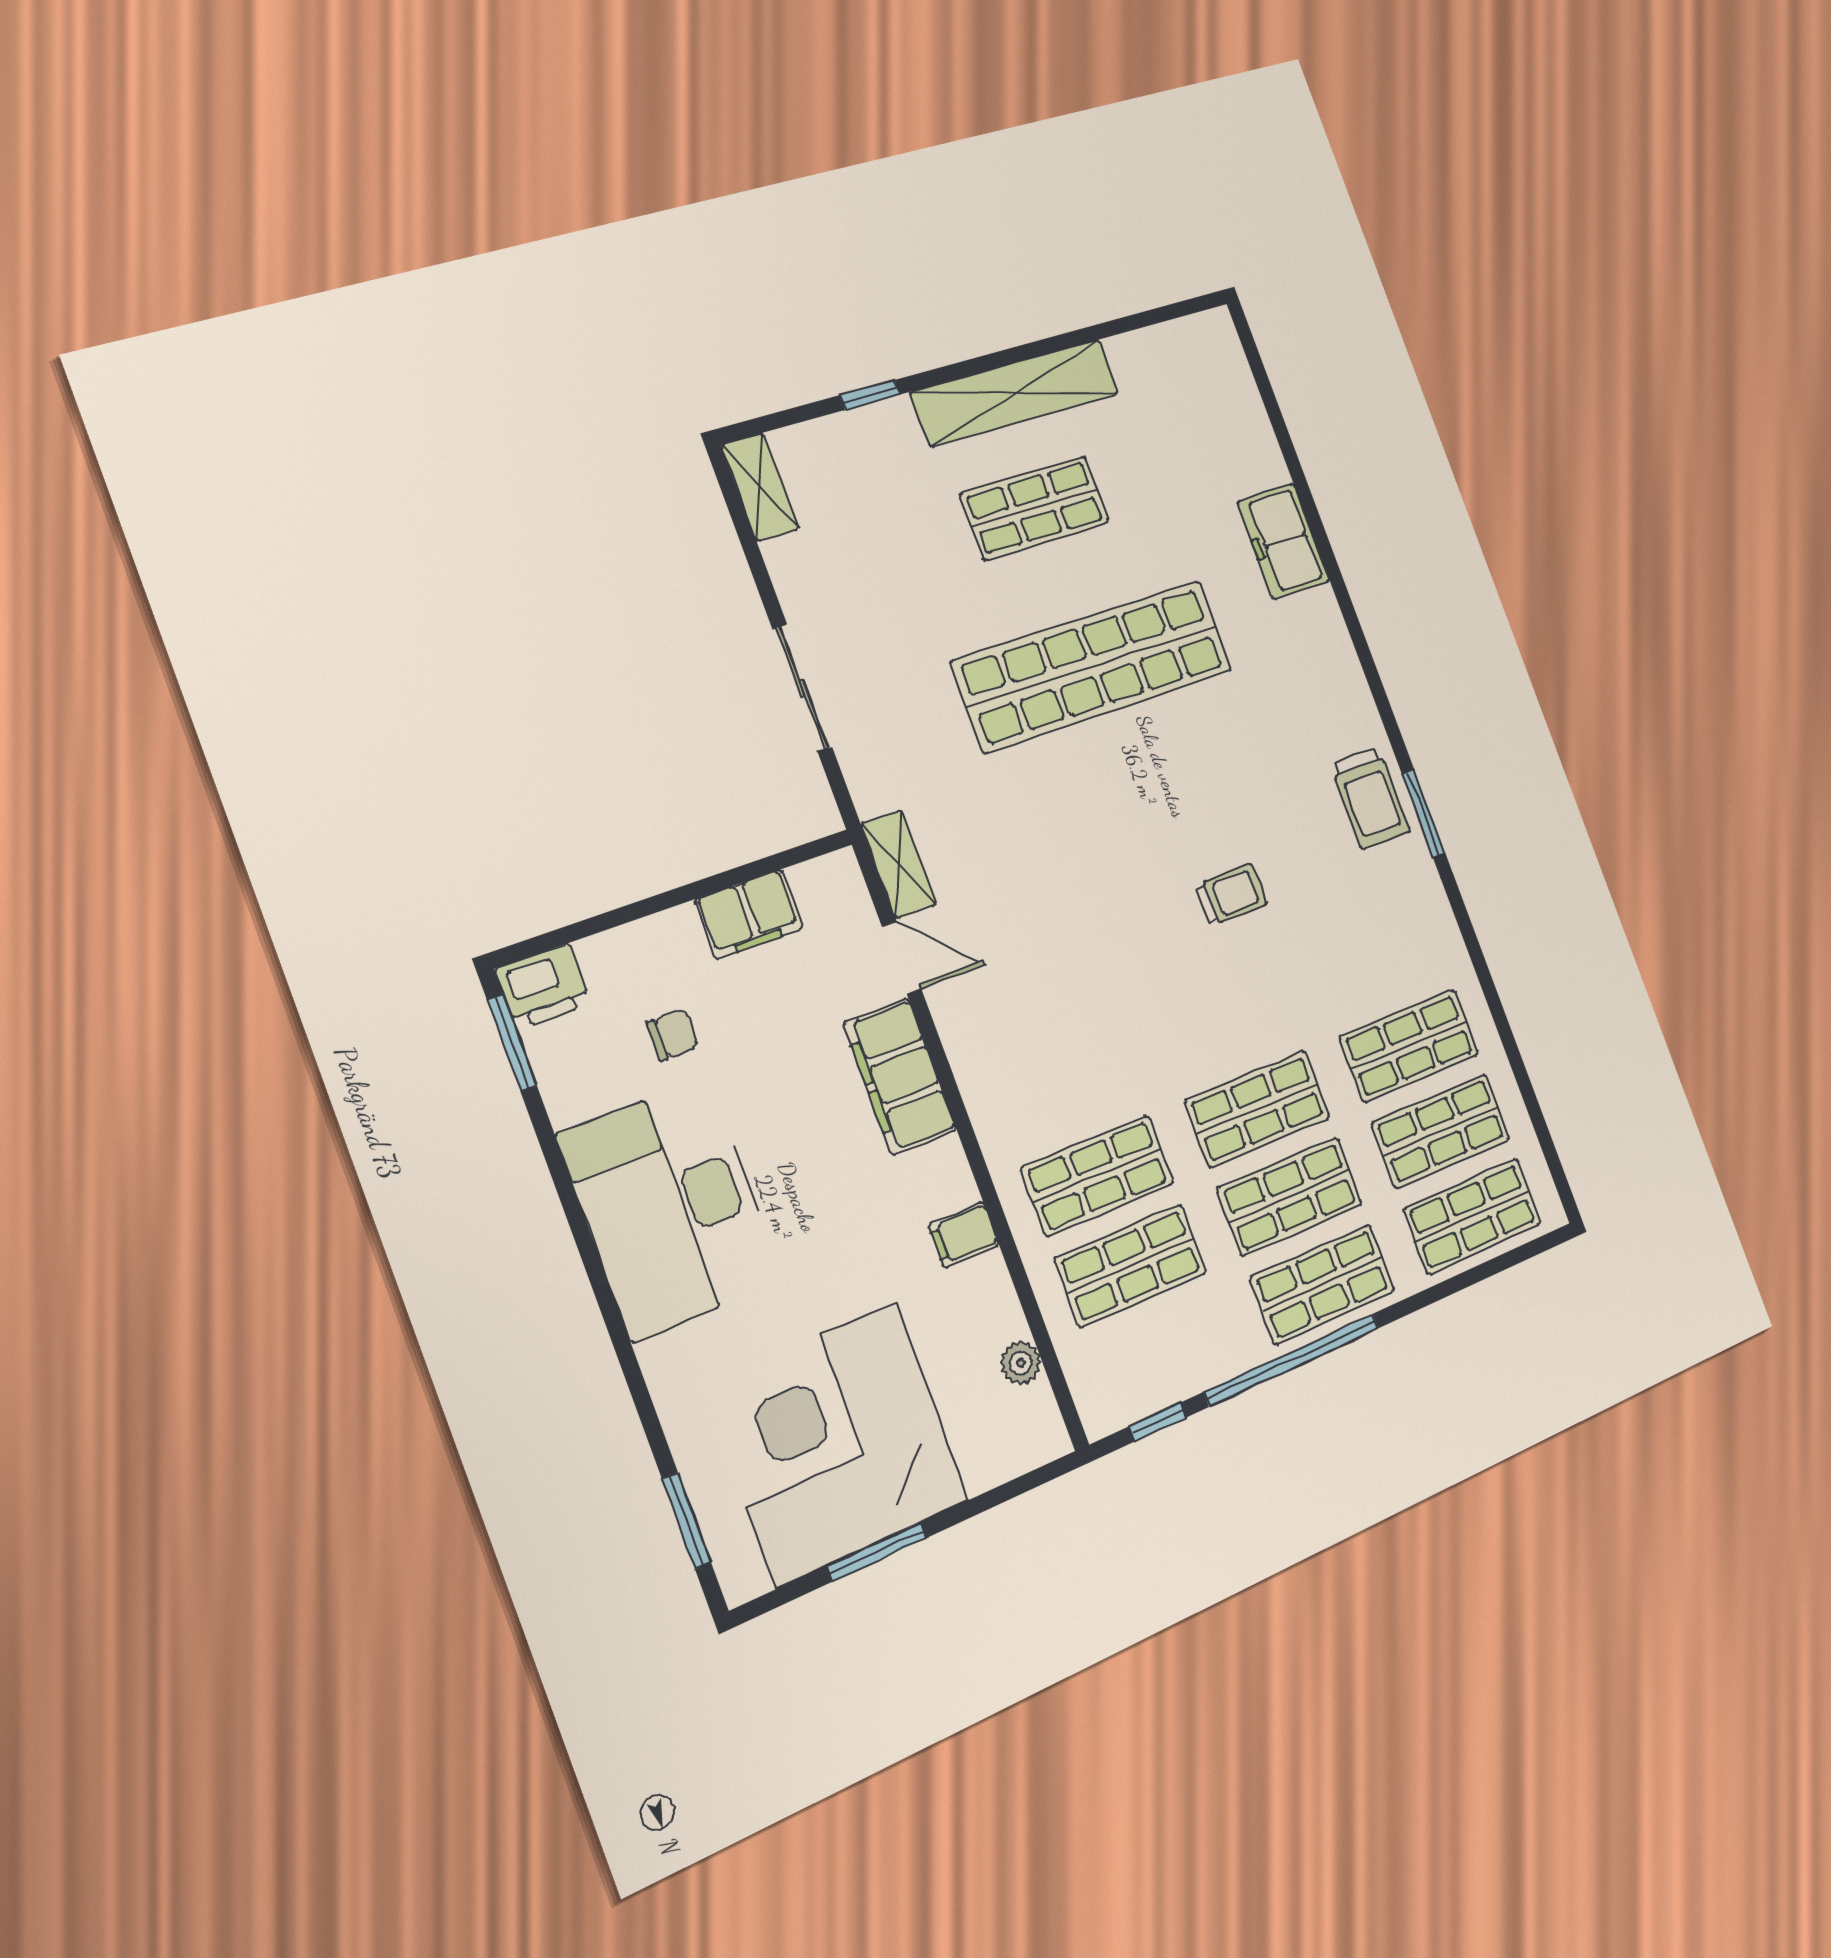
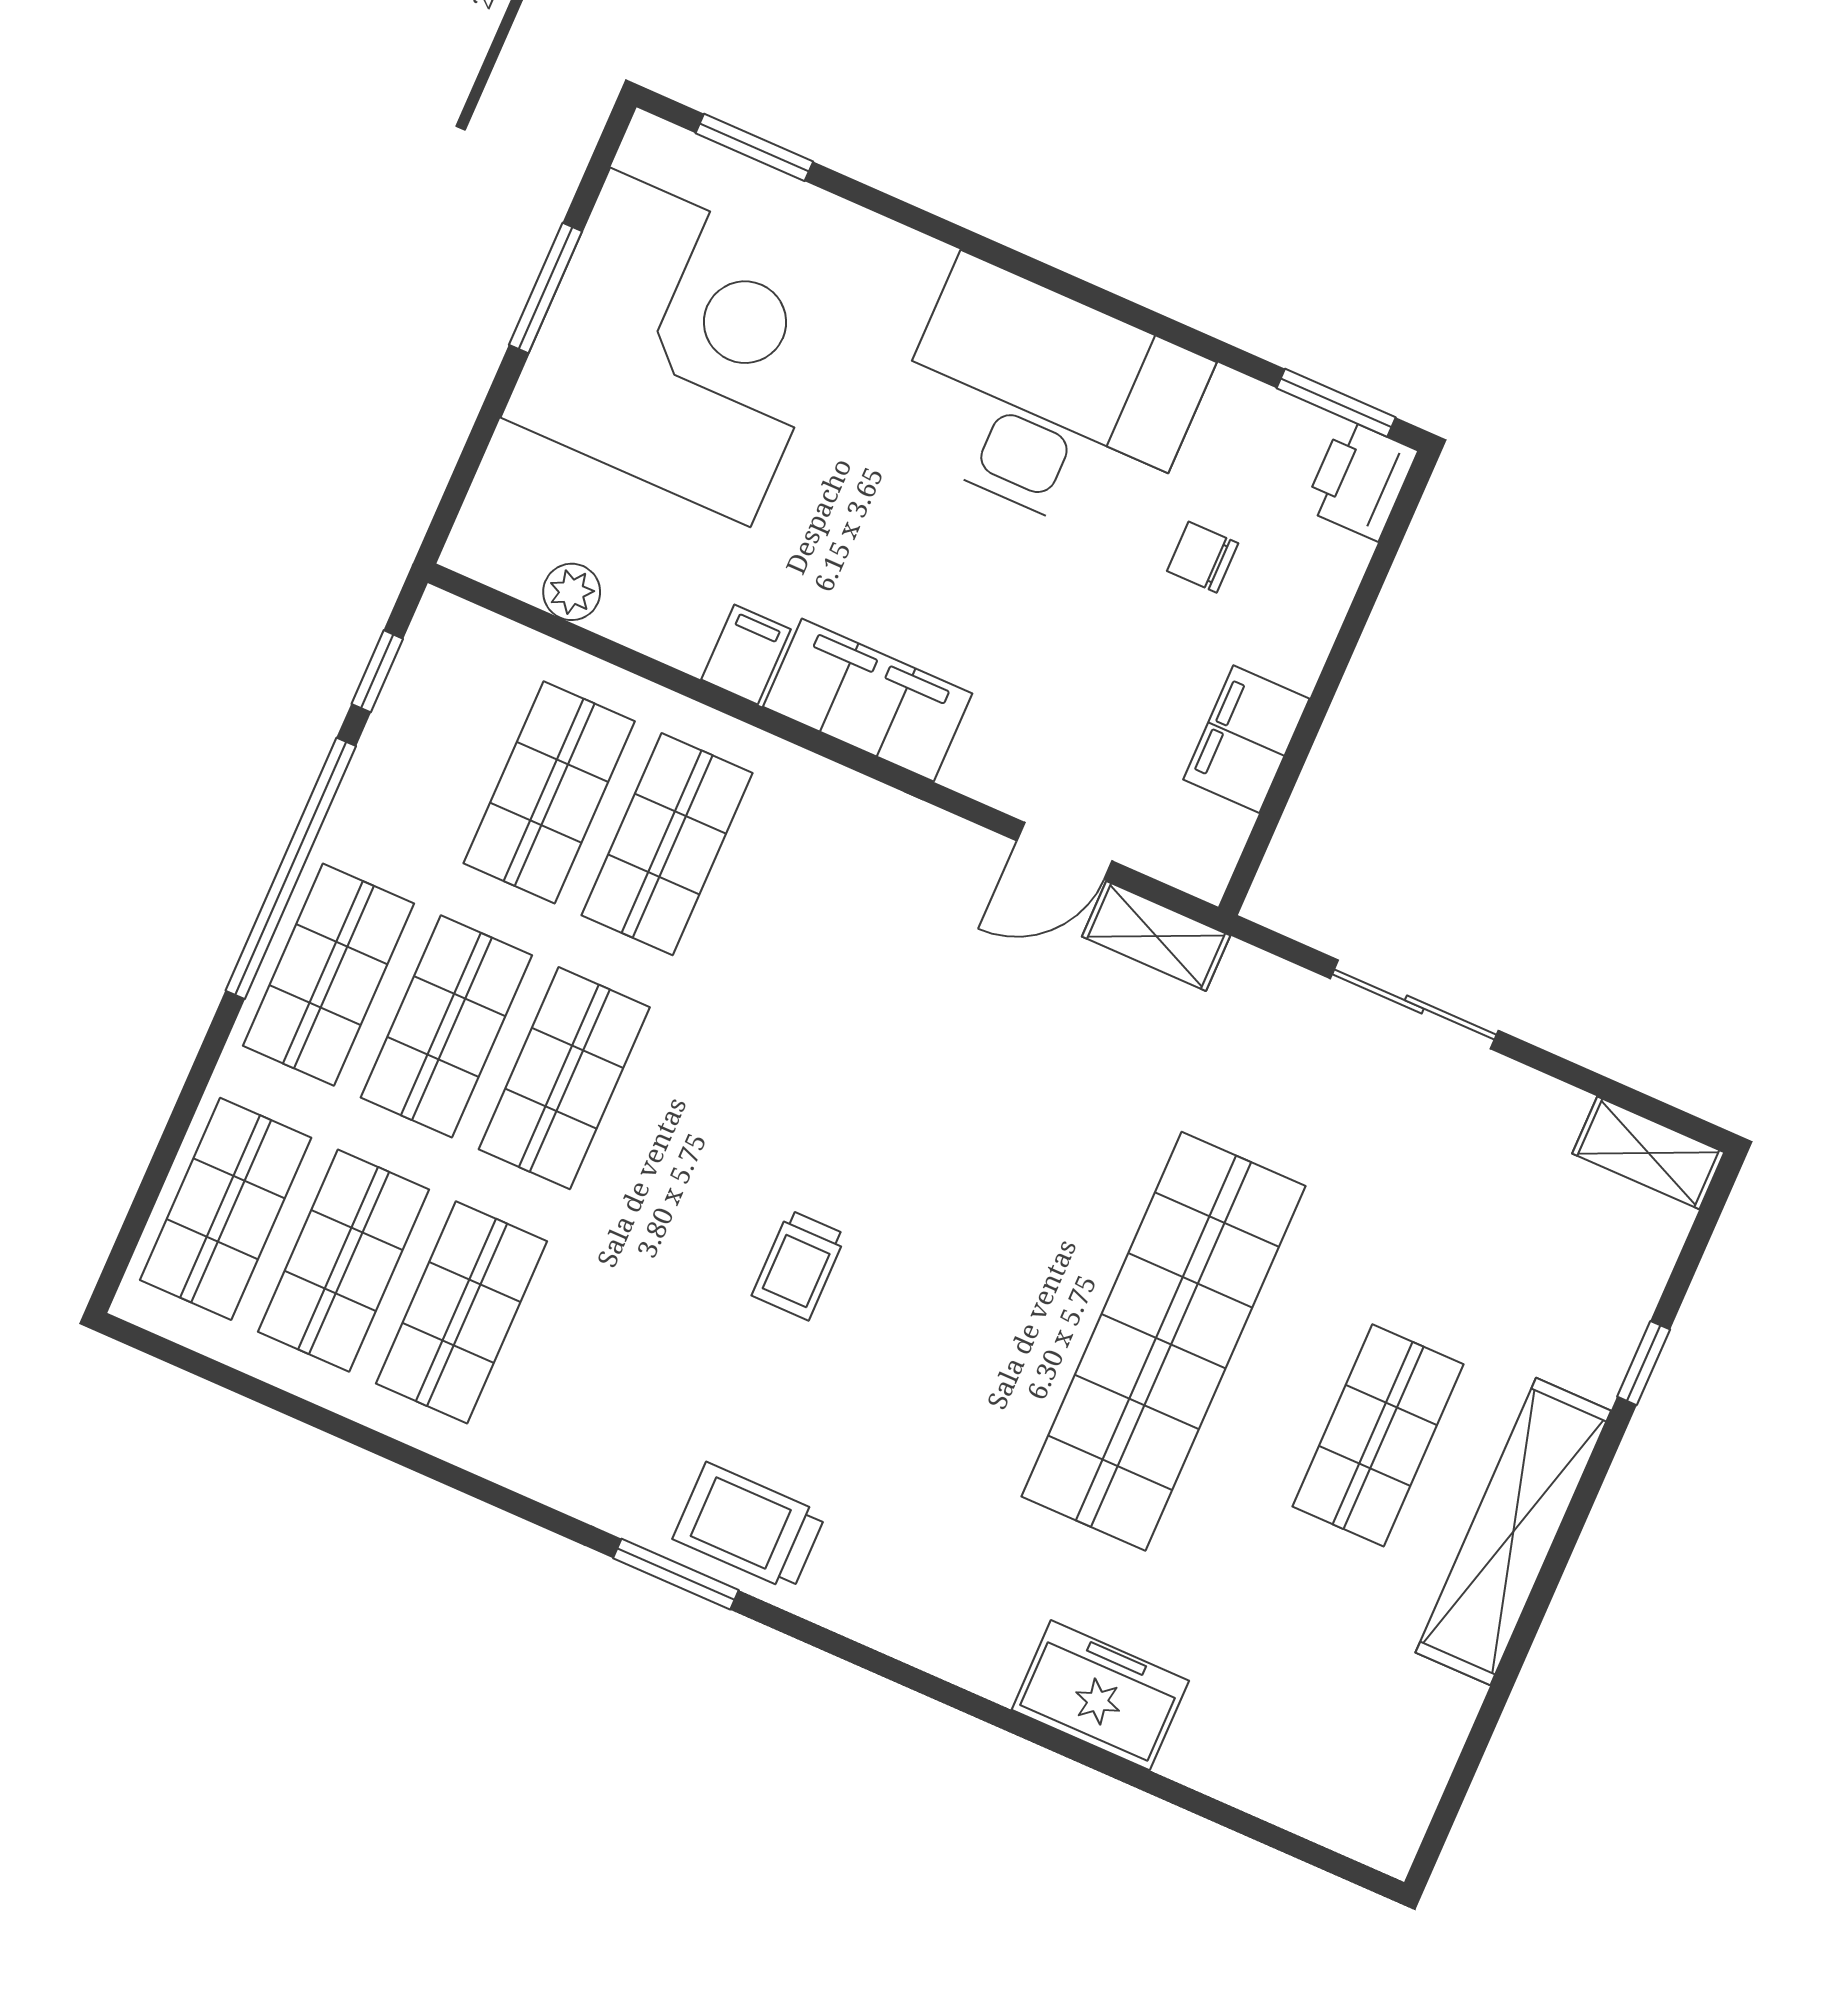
chair: (673, 1035) -> (1203, 557), turned 90
filing cabinet: (900, 1076) -> (868, 700), moved

